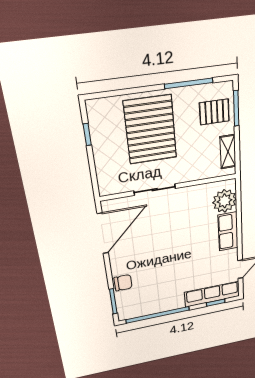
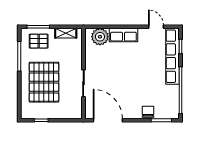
pallet: (214, 112) -> (39, 41), turned 90
pallet: (150, 130) -> (44, 82), turned 90
row of seats: (212, 294) -> (172, 56), width x1.36

